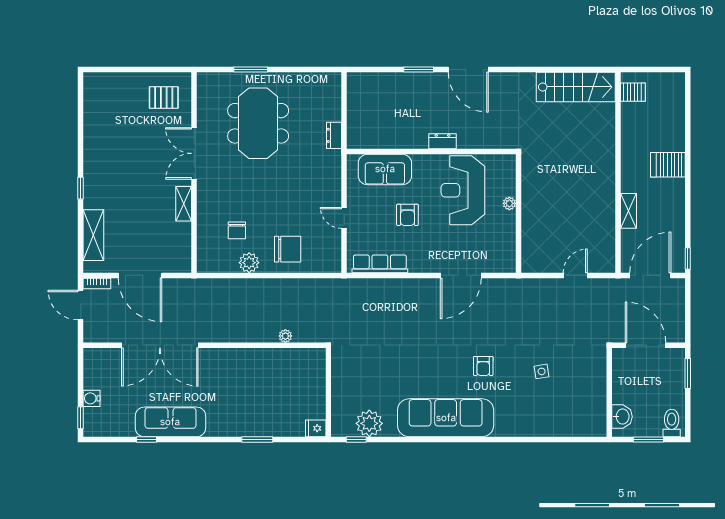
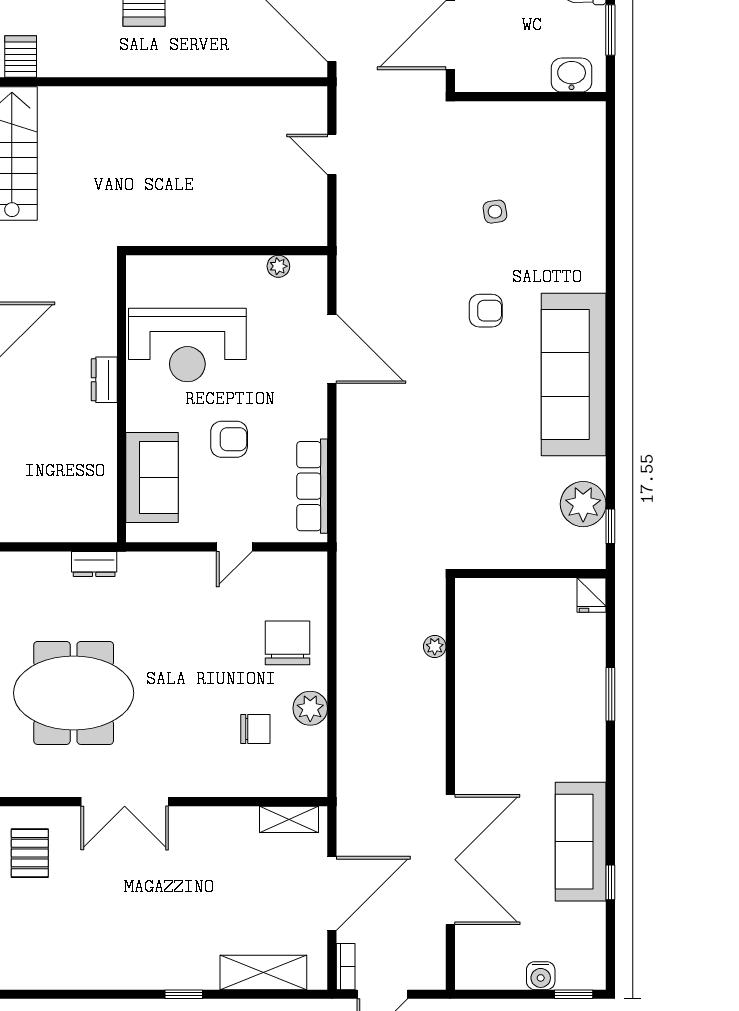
plant: (509, 203) -> (278, 266), moved
shelving: (184, 204) -> (289, 819), moved
shelving: (629, 211) -> (223, 64), removed

